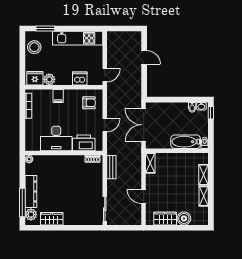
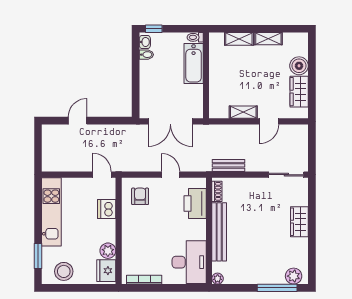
filing cabinet: (58, 96) -> (131, 239), removed
desk: (56, 138) -> (189, 262), moved
bench: (63, 160) -> (219, 232), added
shelving: (150, 163) -> (243, 112), moved
dresser: (31, 191) -> (262, 276), removed
wardrobe: (52, 219) -> (299, 222), moved

